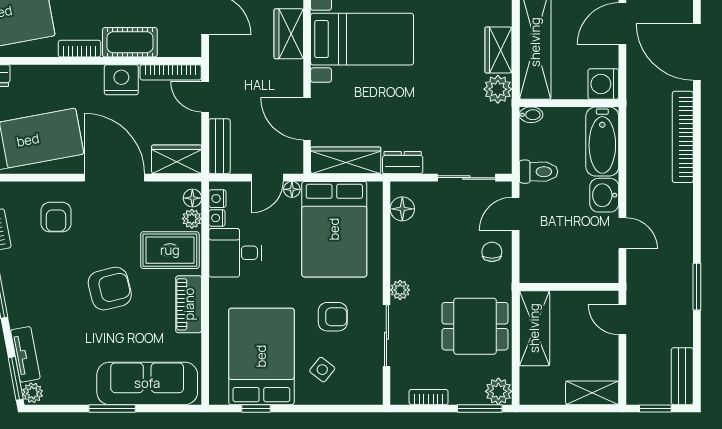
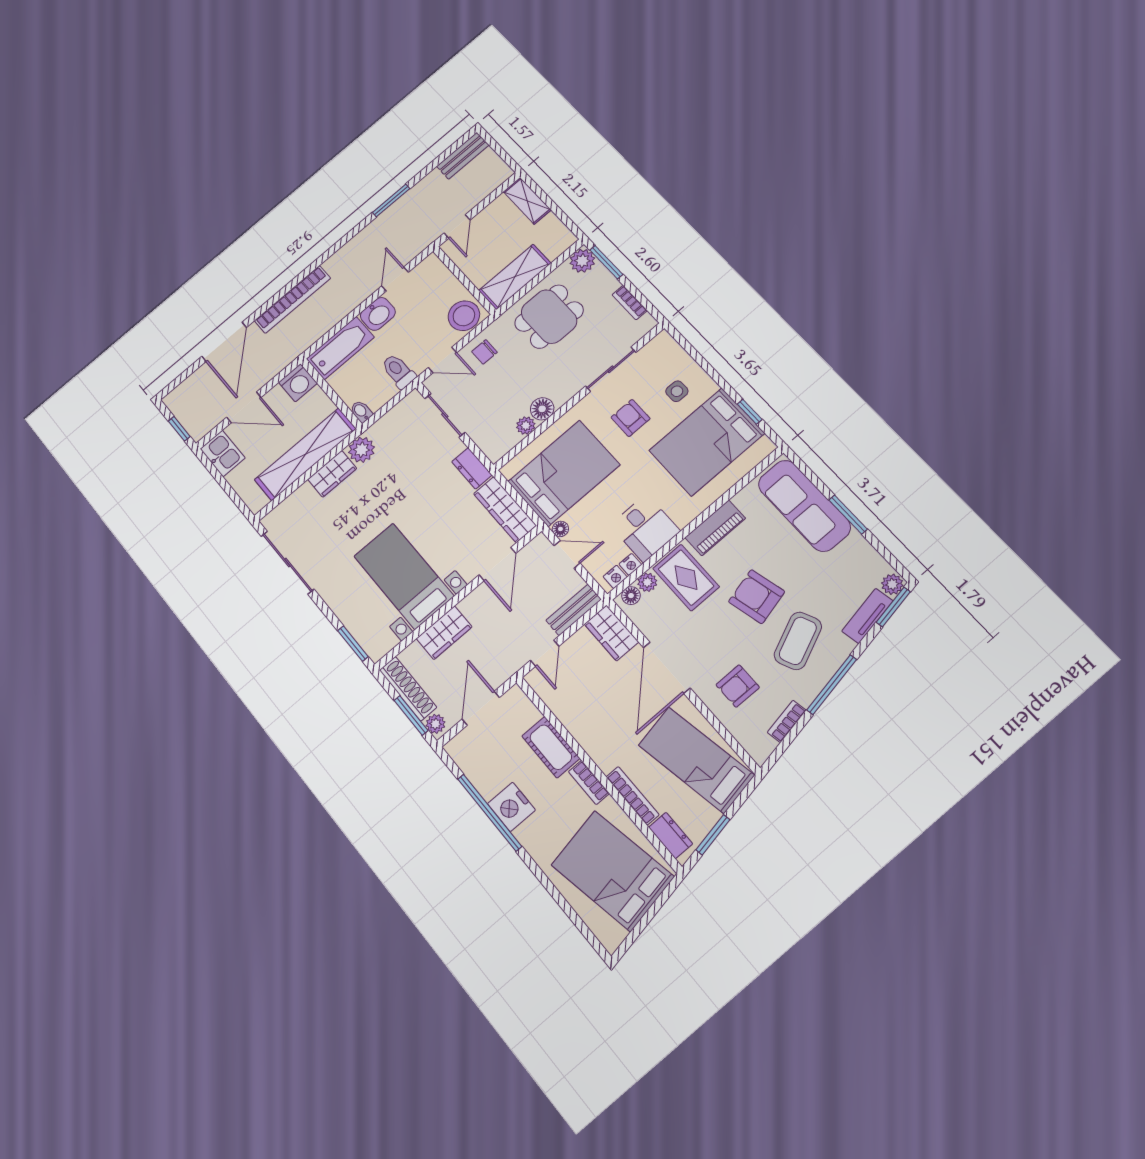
bookcase: (171, 72) -> (633, 796), moved
nightstand: (121, 80) -> (586, 729), removed
floor lamp: (402, 209) -> (542, 409), moved
armchair: (56, 217) -> (738, 686), turned 180
stool: (538, 261) -> (464, 316), added
coffee table: (51, 289) -> (798, 641), added
plant: (400, 290) -> (526, 426), moved
dining table: (475, 326) -> (549, 317), turned 90
side table: (322, 370) -> (677, 391), turned -38
window: (655, 408) -> (501, 153), removed

